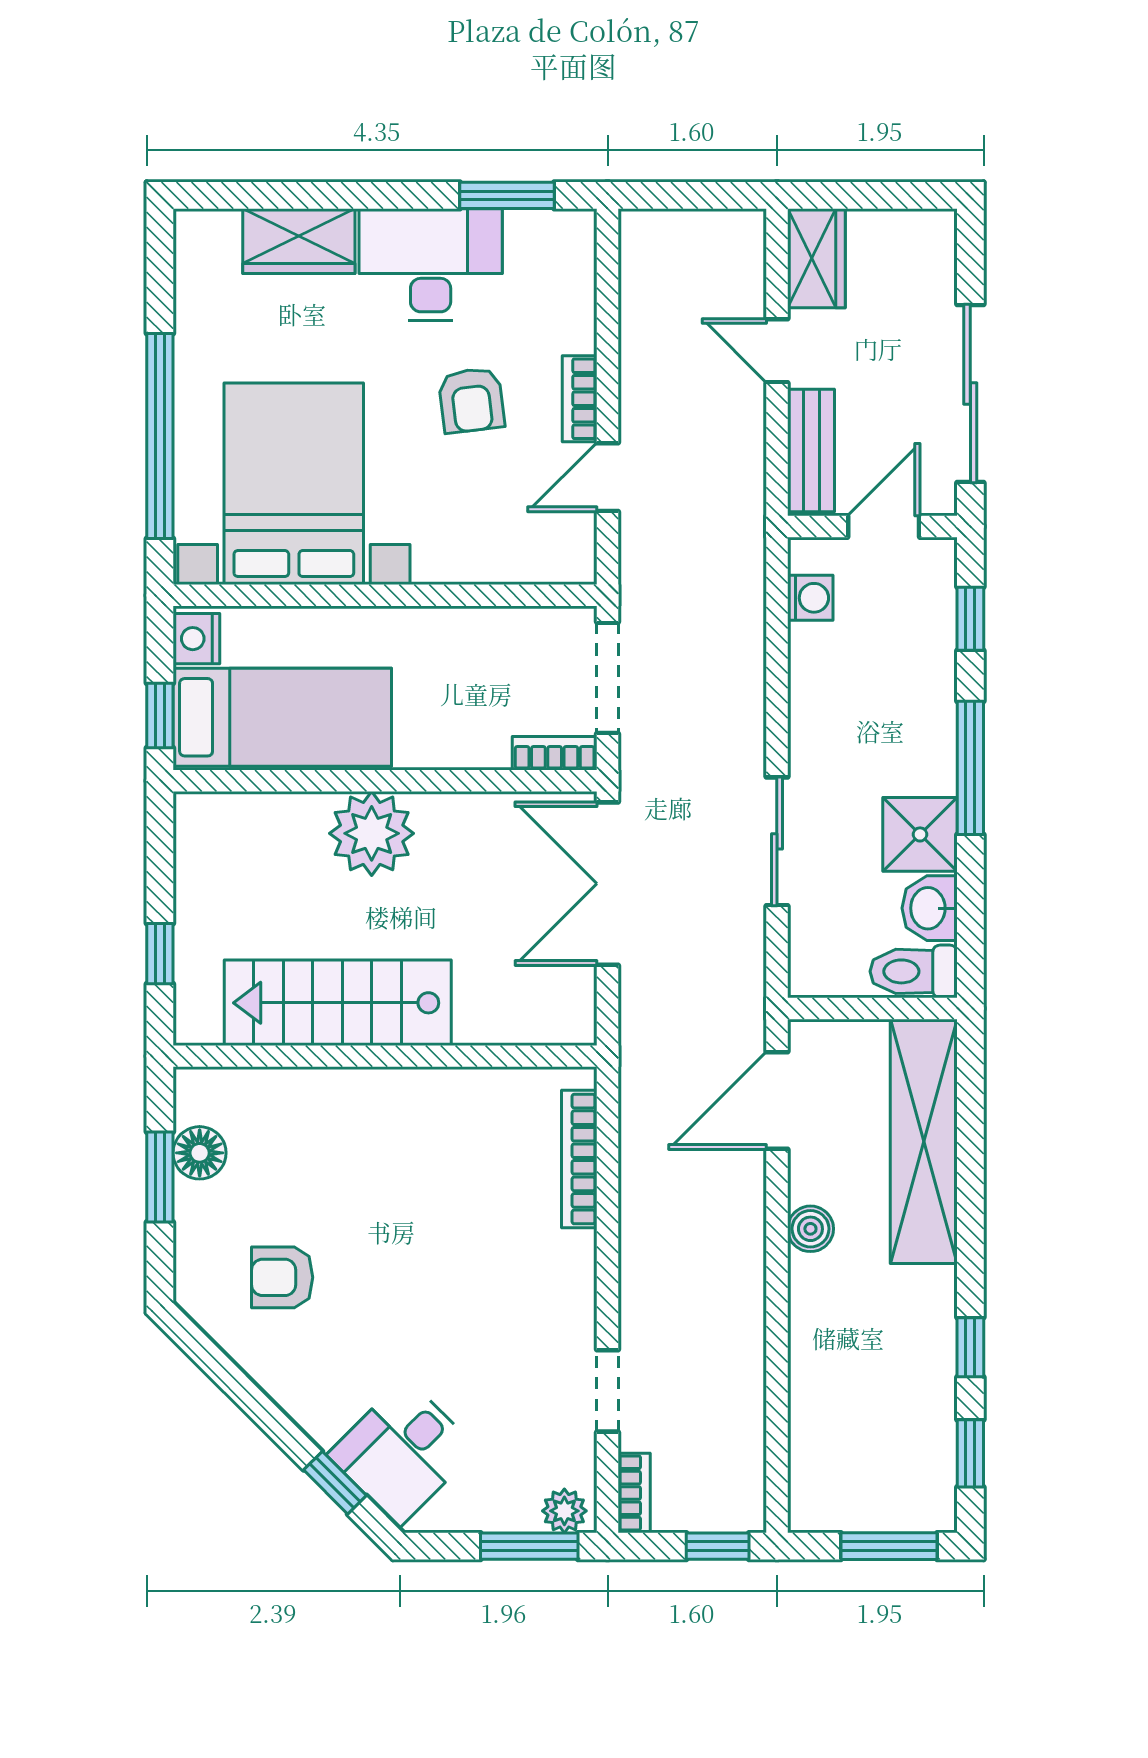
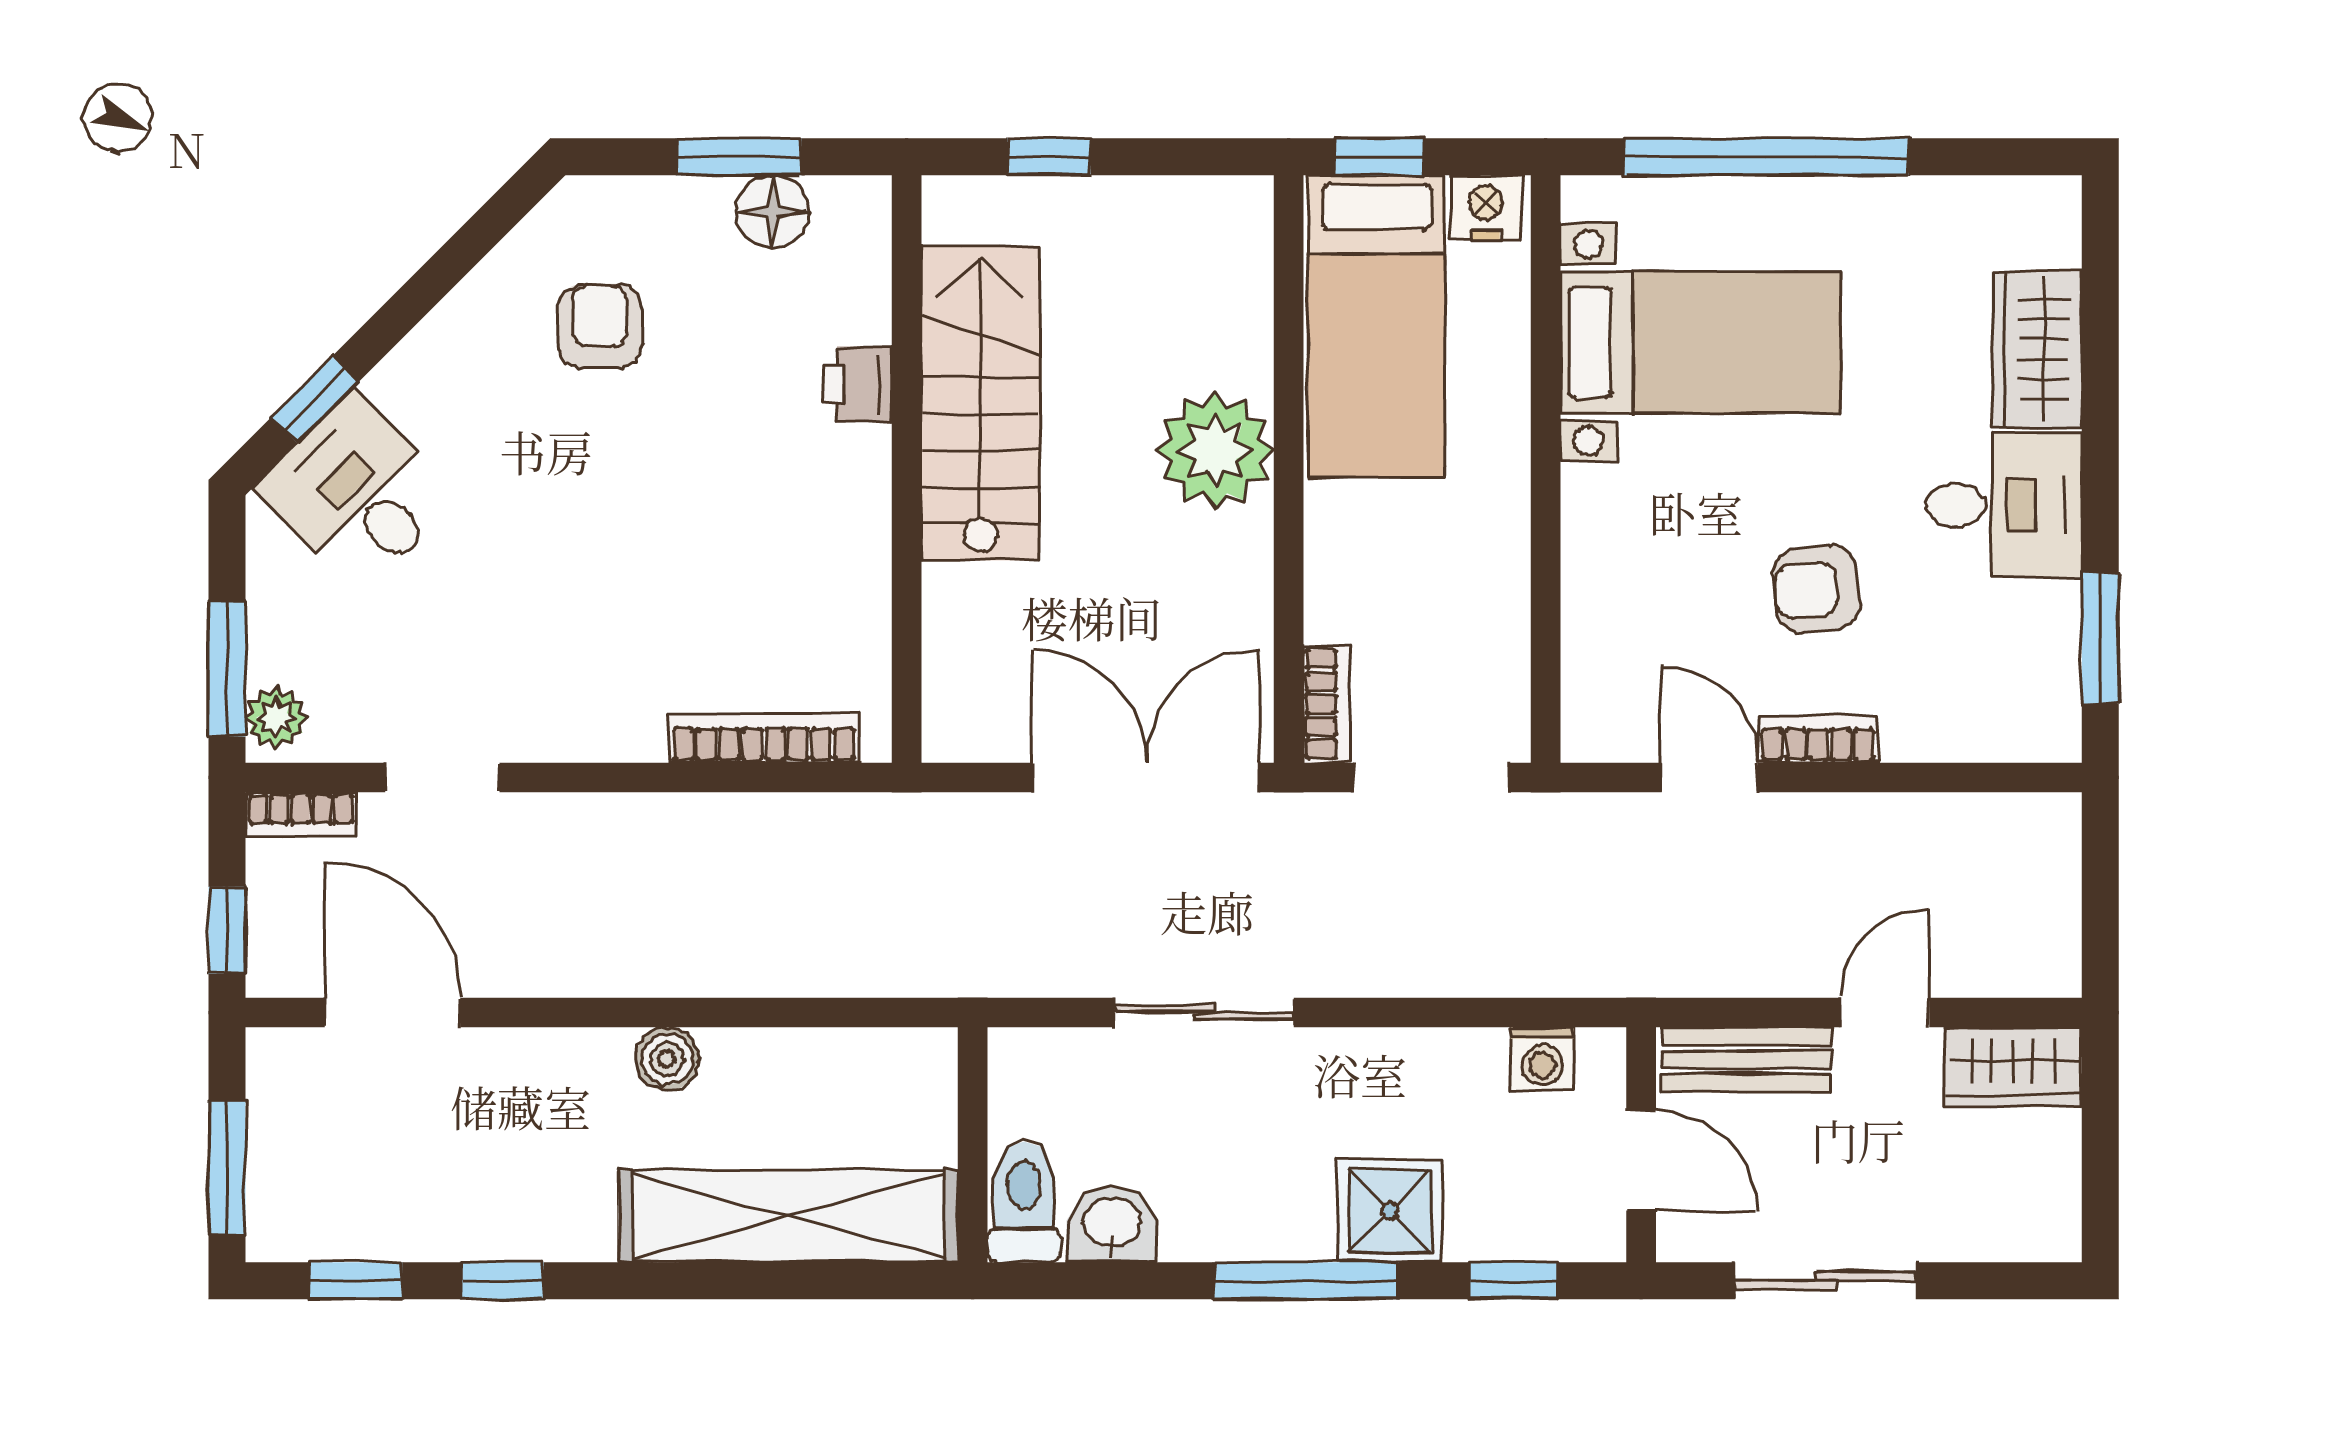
desk: (431, 265) -> (2004, 505), width x0.73
sliding door: (970, 394) -> (1826, 1281), width x0.73
bed with nightstands: (294, 484) -> (1700, 342), width x0.73
shower: (920, 834) -> (1390, 1211), moved
printer: (324, 1091) -> (858, 384), added
door: (777, 1101) -> (393, 1013), moved

